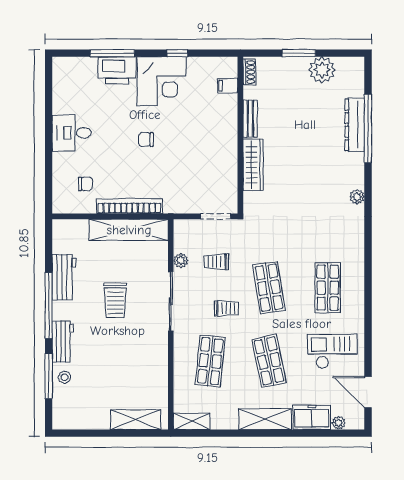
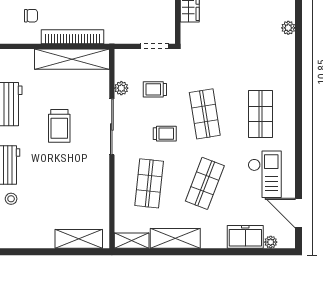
checkout: (332, 351) -> (265, 174), turned 90
shop shelf: (269, 361) -> (205, 183), turned 33
shelving: (265, 419) -> (175, 238), moved

